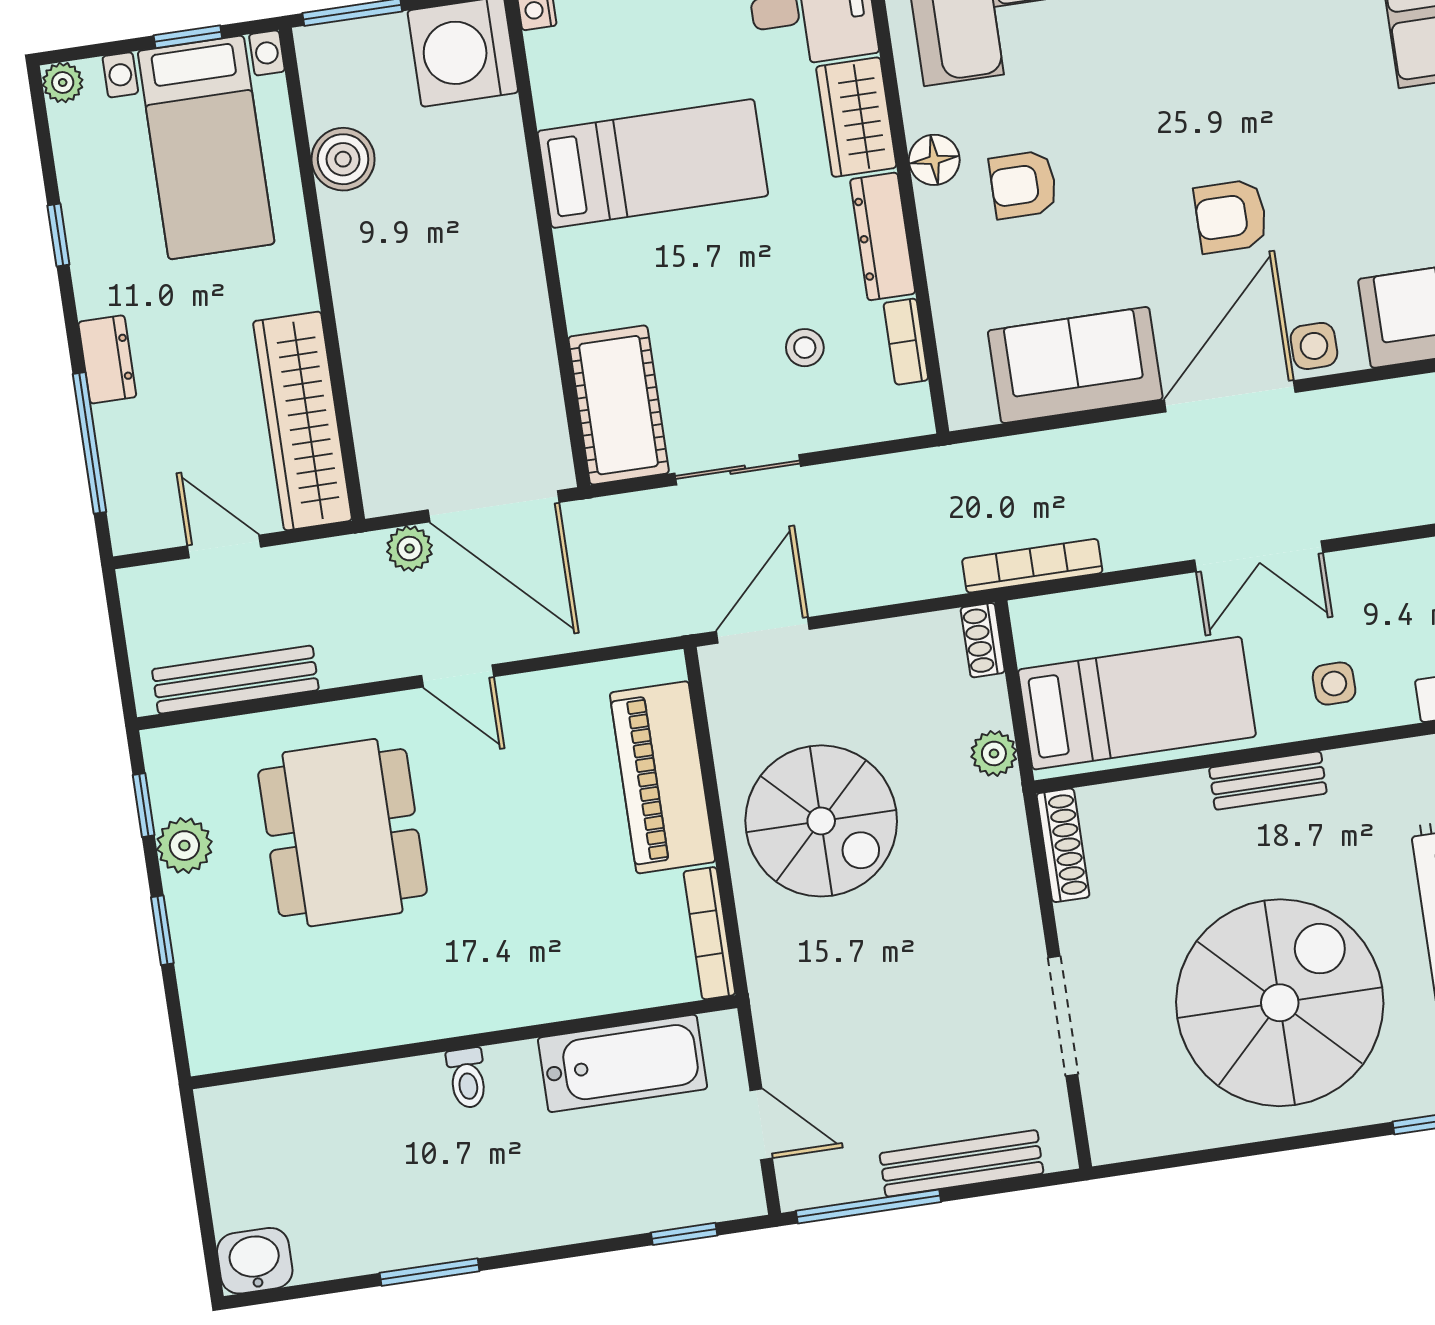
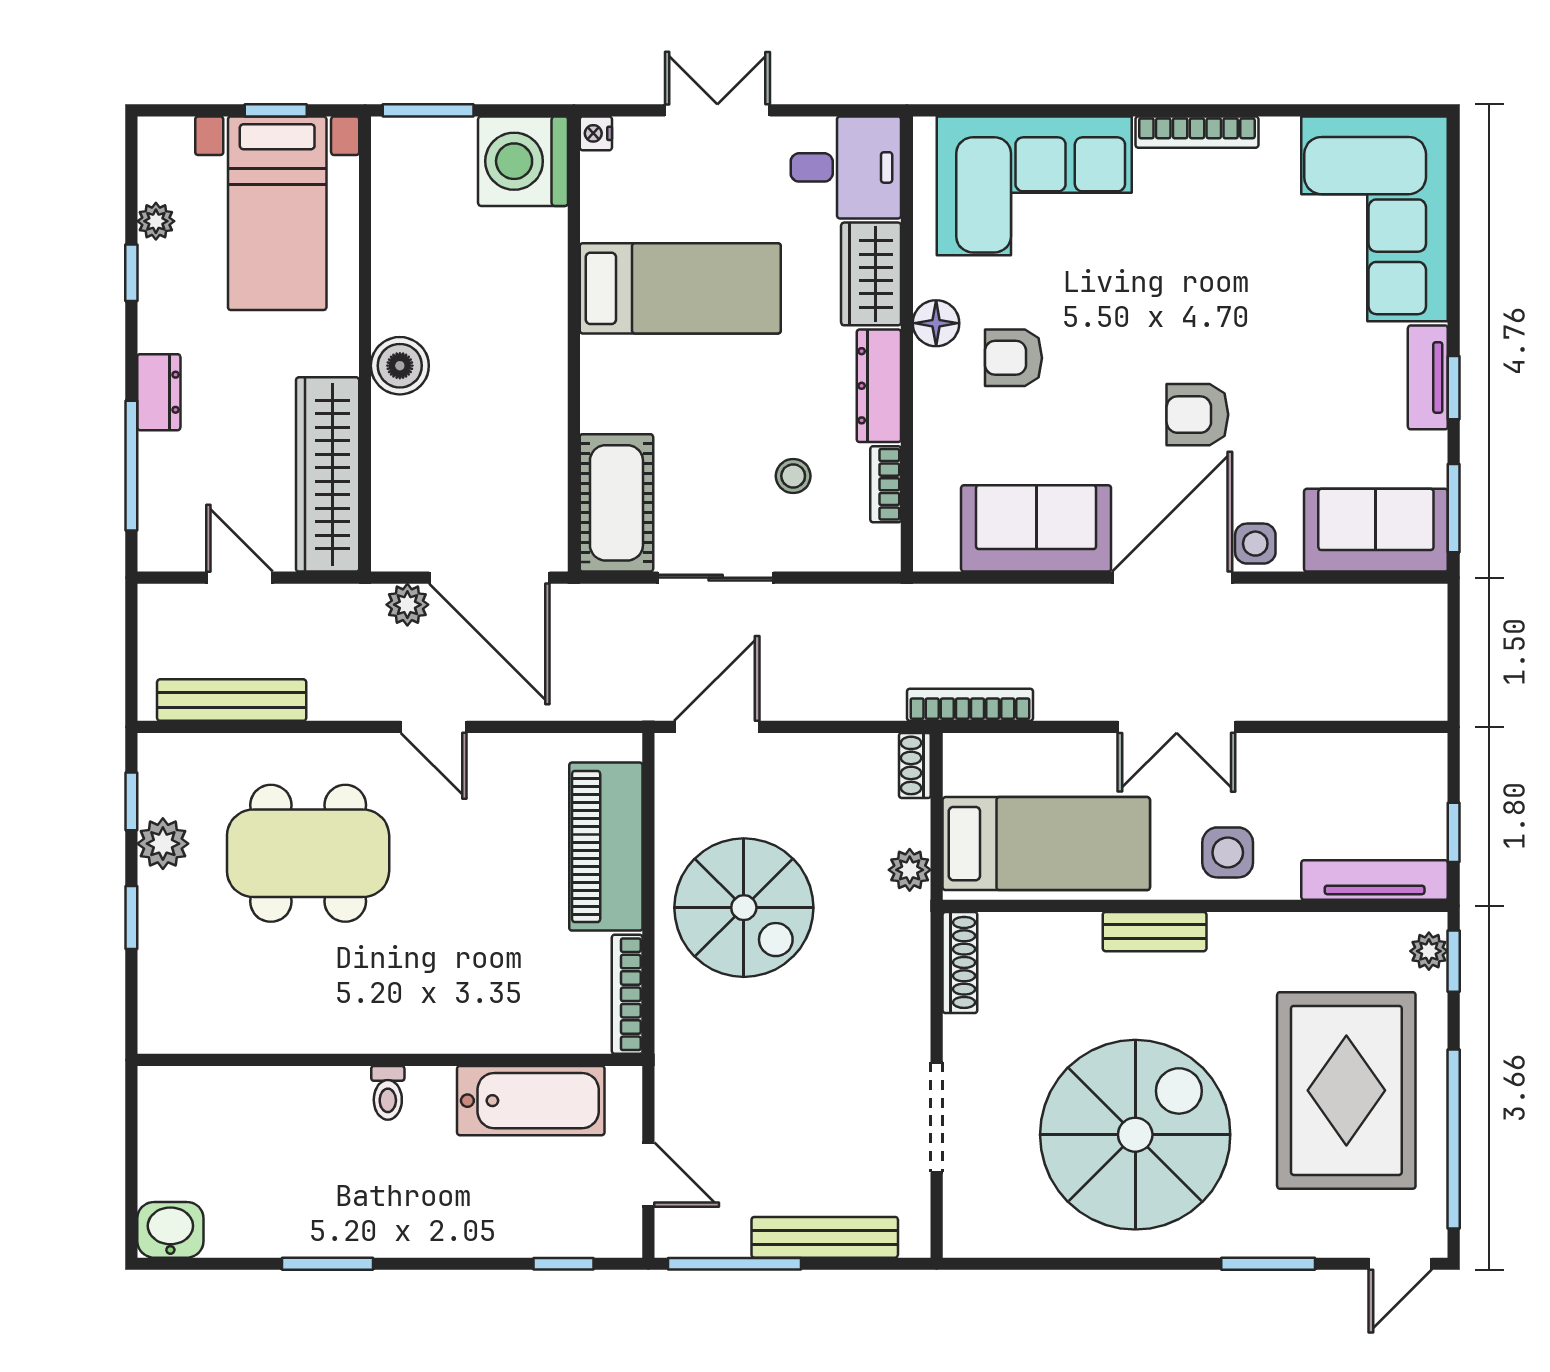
plant: (63, 82) -> (156, 221), moved
boiler: (343, 159) -> (400, 366), moved
side table: (1334, 684) -> (1228, 852), width x1.37, depth x1.37
dining table: (343, 833) -> (308, 853), turned 90

